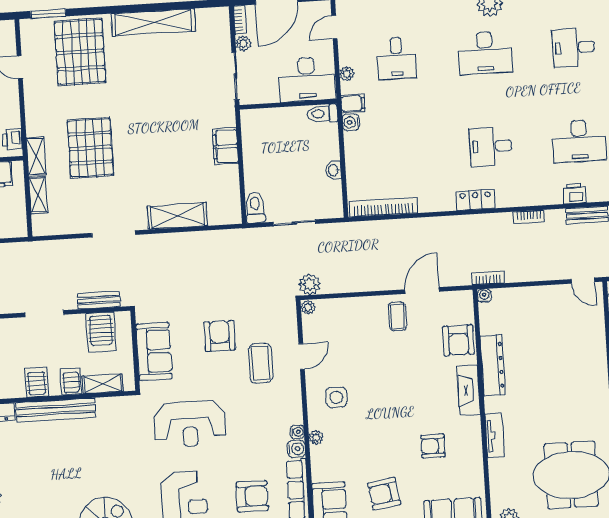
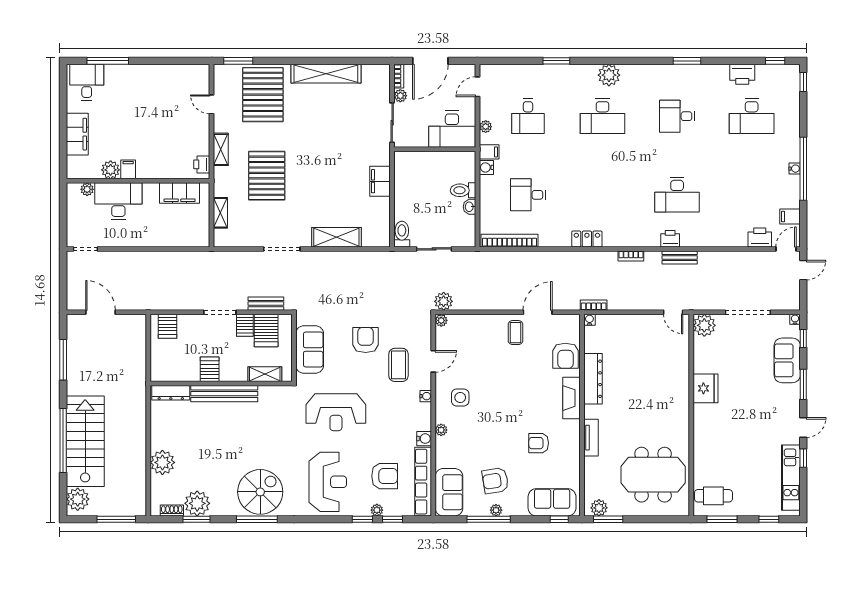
toilet: (322, 114) -> (463, 190), moved
desk: (491, 146) -> (528, 195), moved
shelving: (36, 156) -> (221, 149), moved
server rack: (71, 381) -> (245, 325), moved, turned 180
water cooler: (297, 432) -> (426, 396), moved

